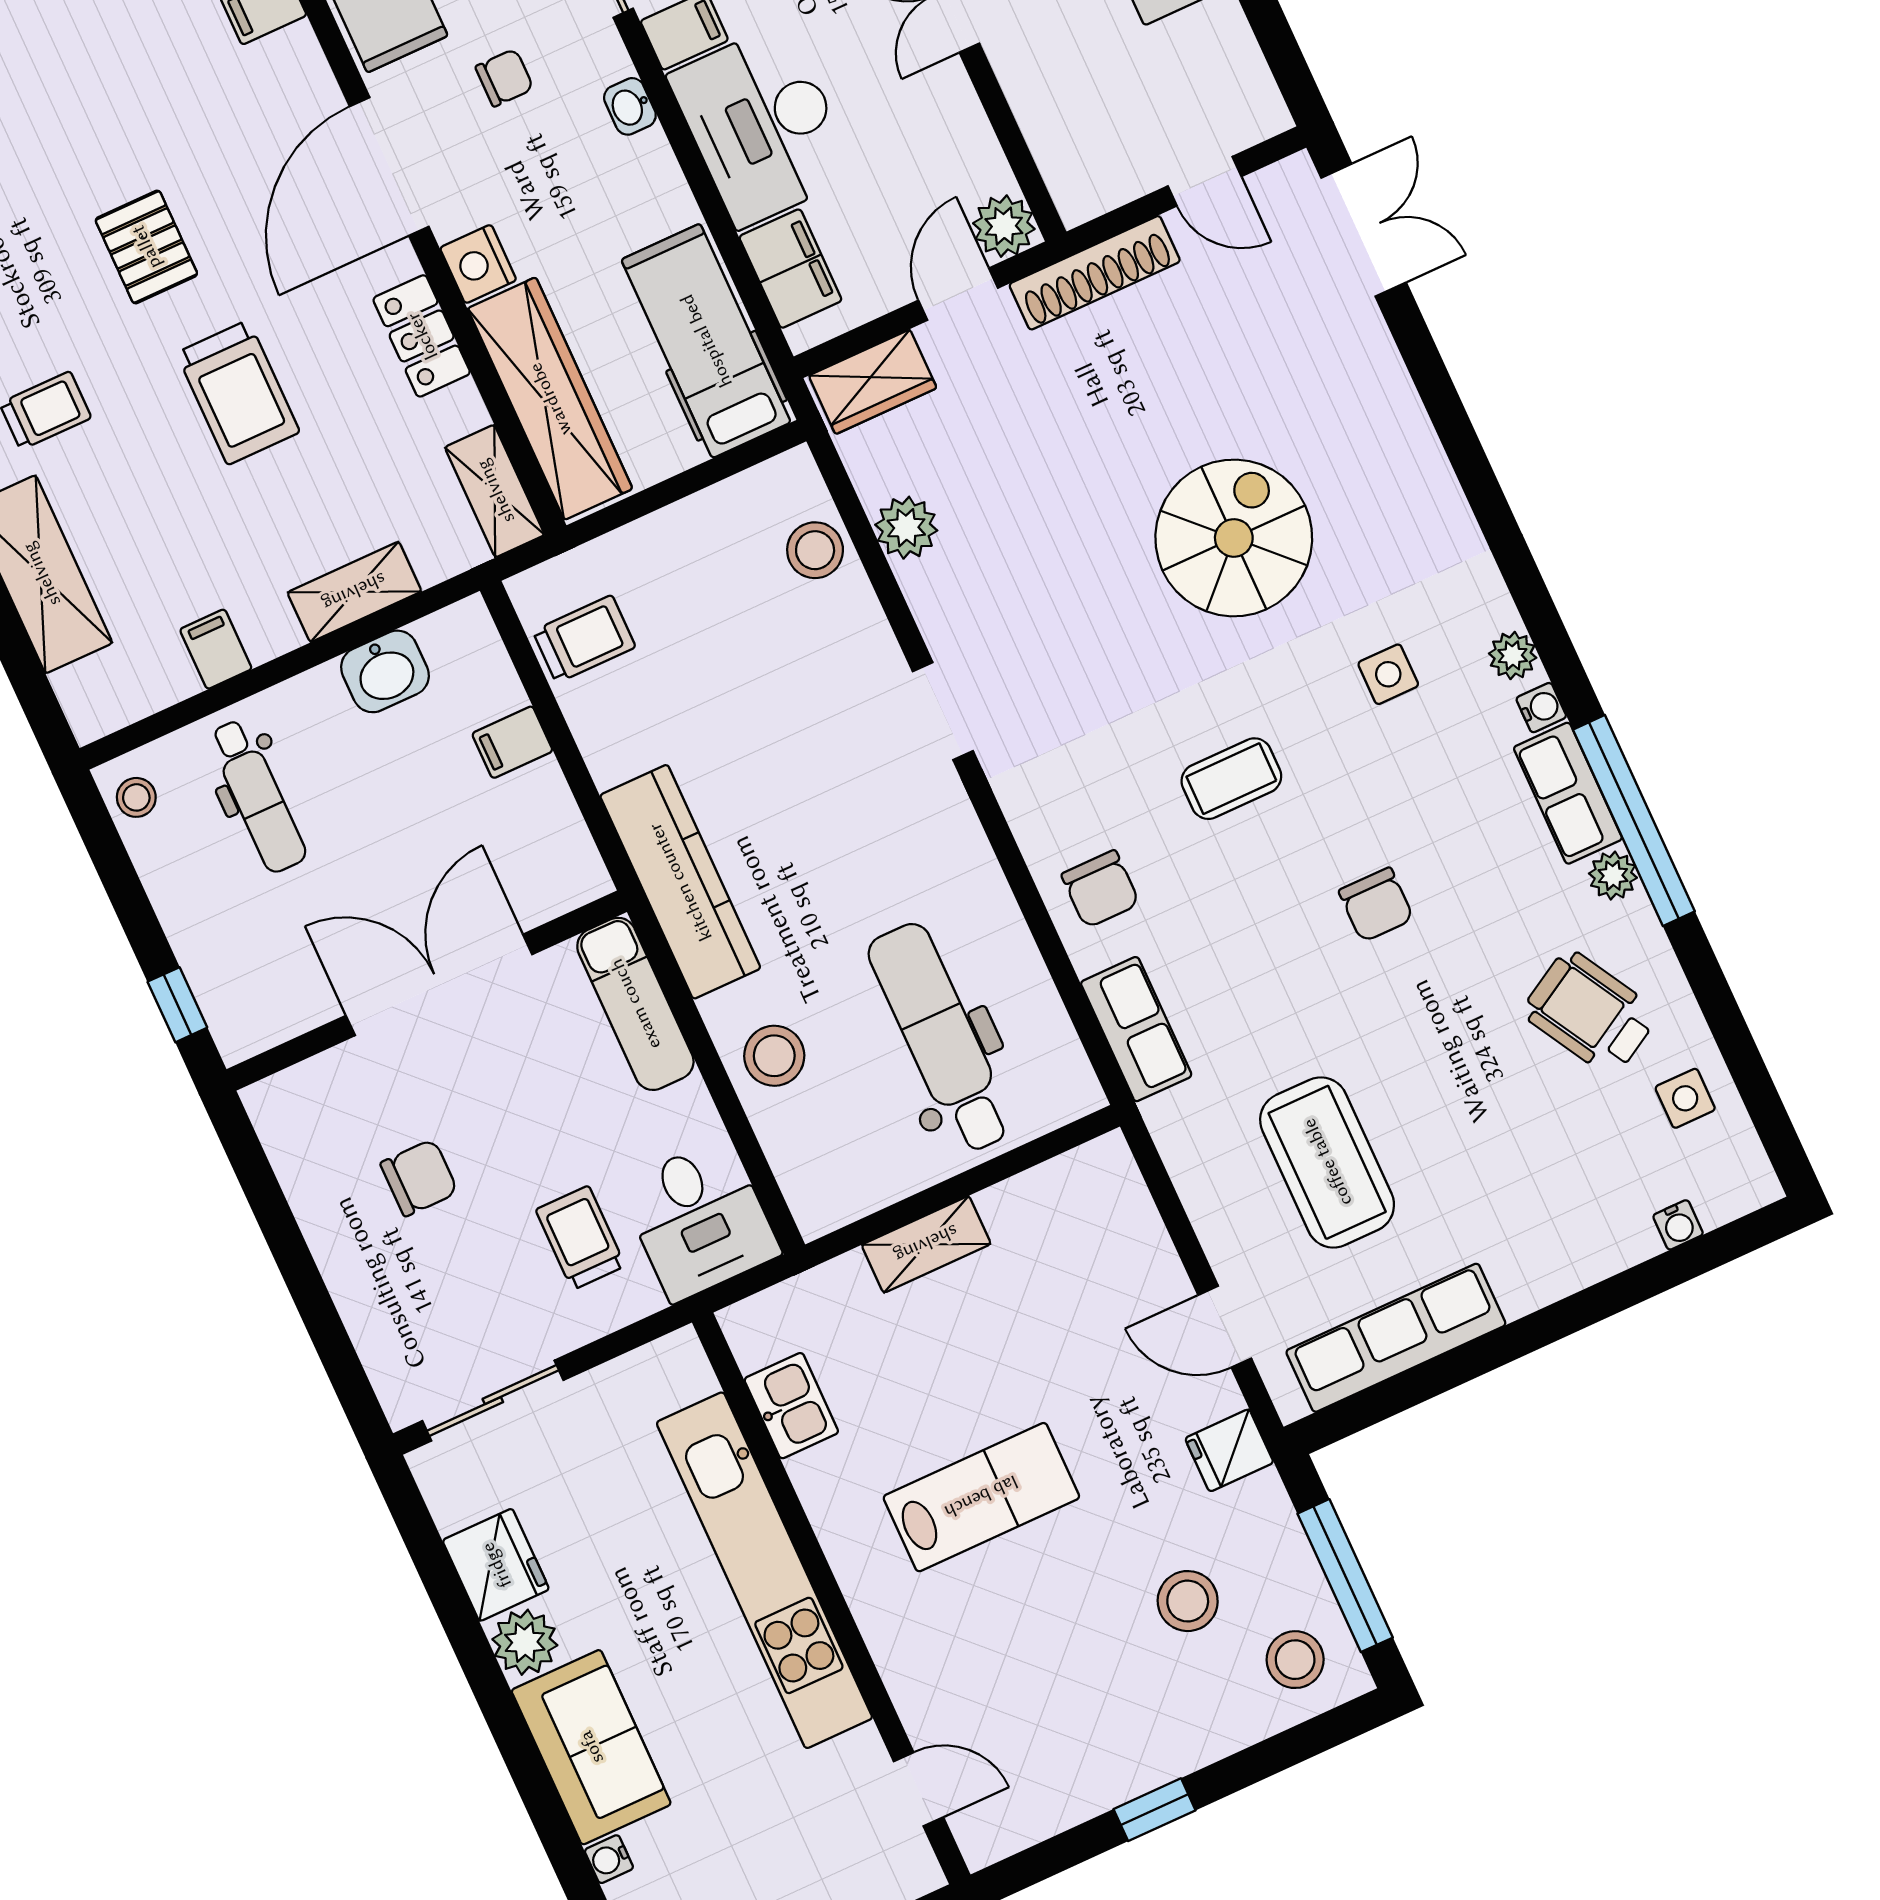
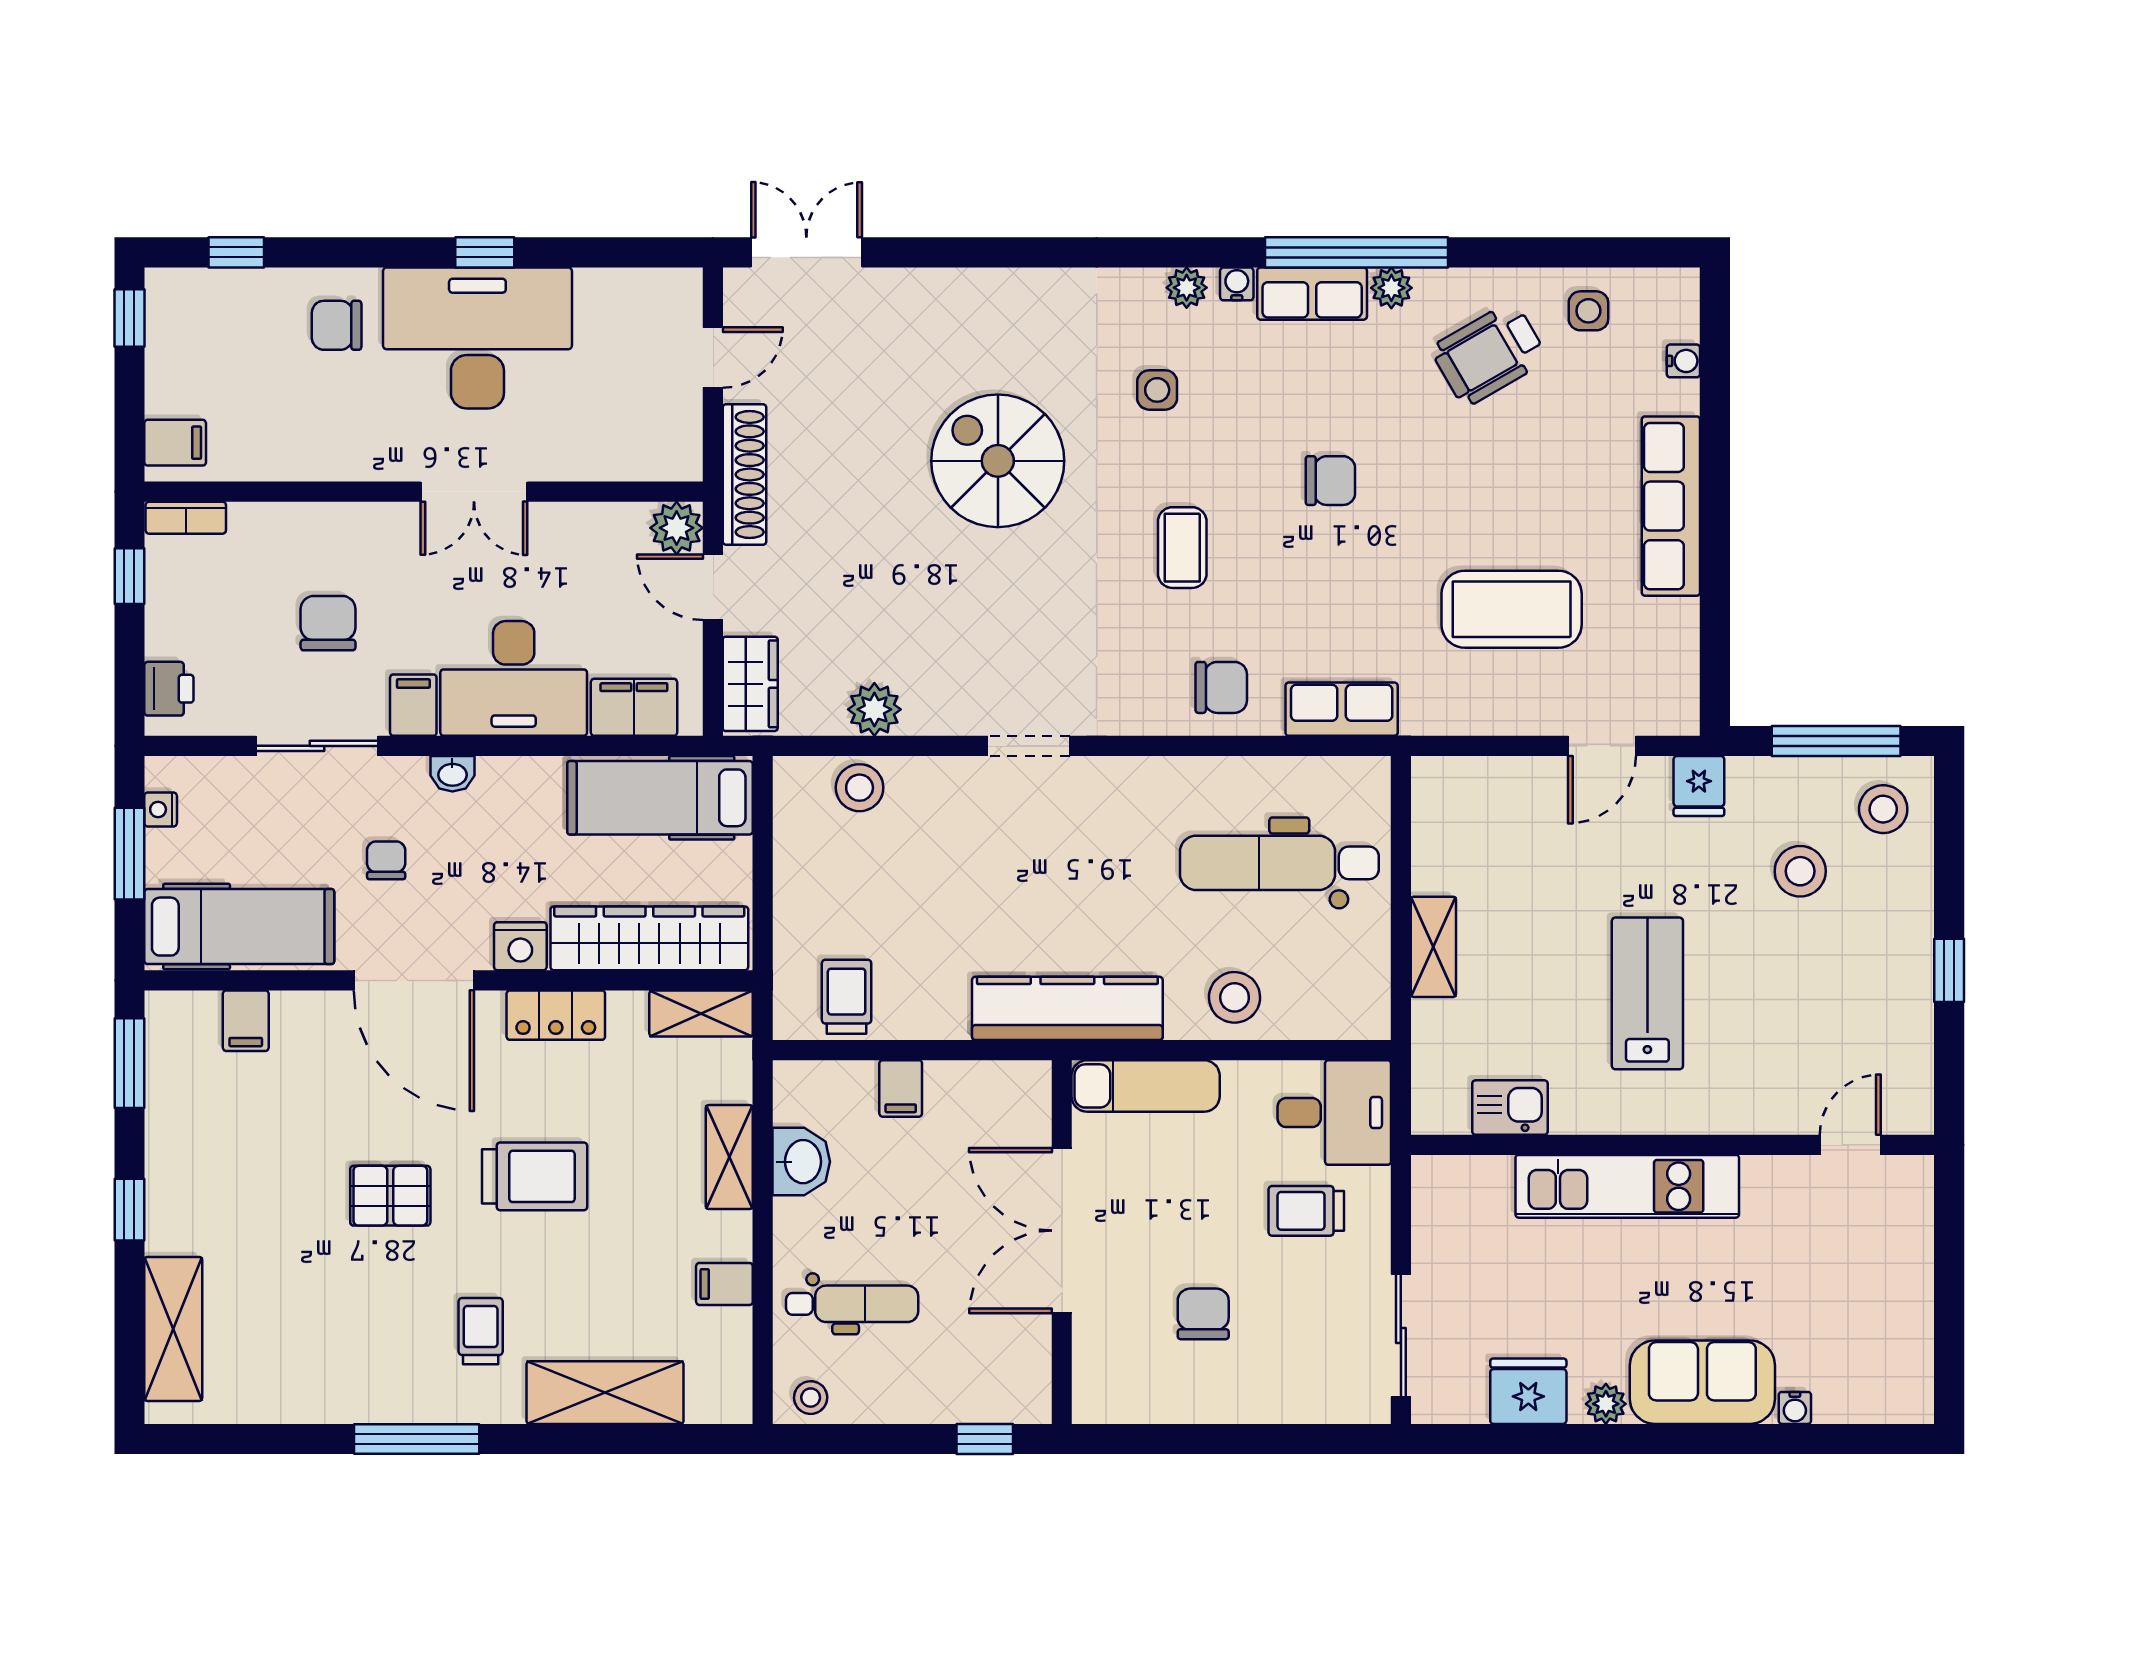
row of seats: (1396, 1338) -> (1671, 506), moved
kitchen unit: (764, 1570) -> (1627, 1186), width x0.73
plant: (525, 1642) -> (1606, 1404), width x0.73, depth x0.73

